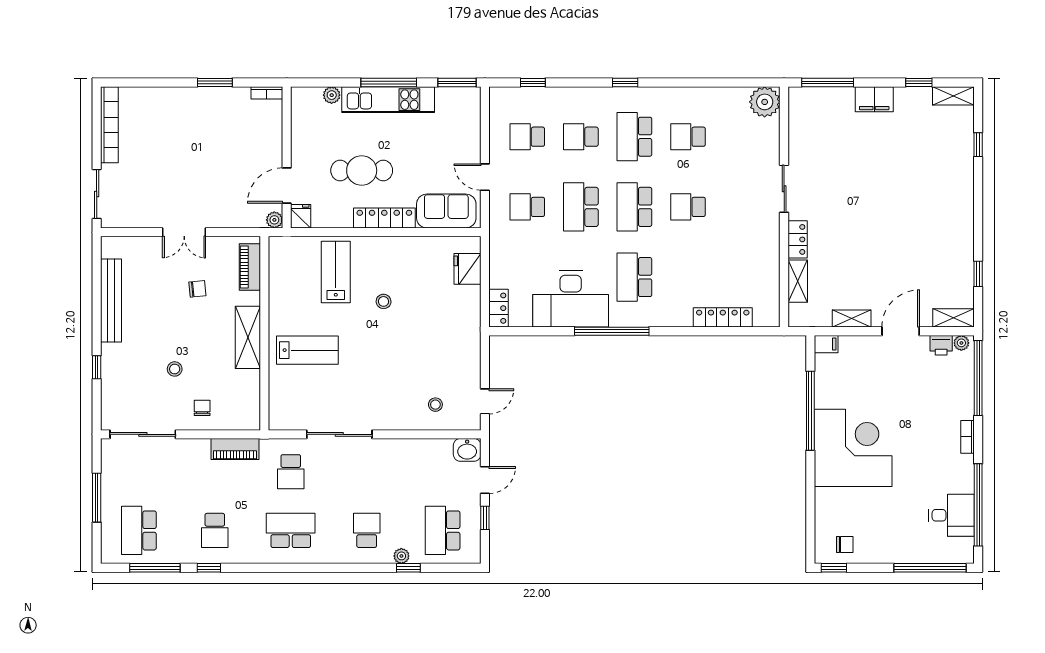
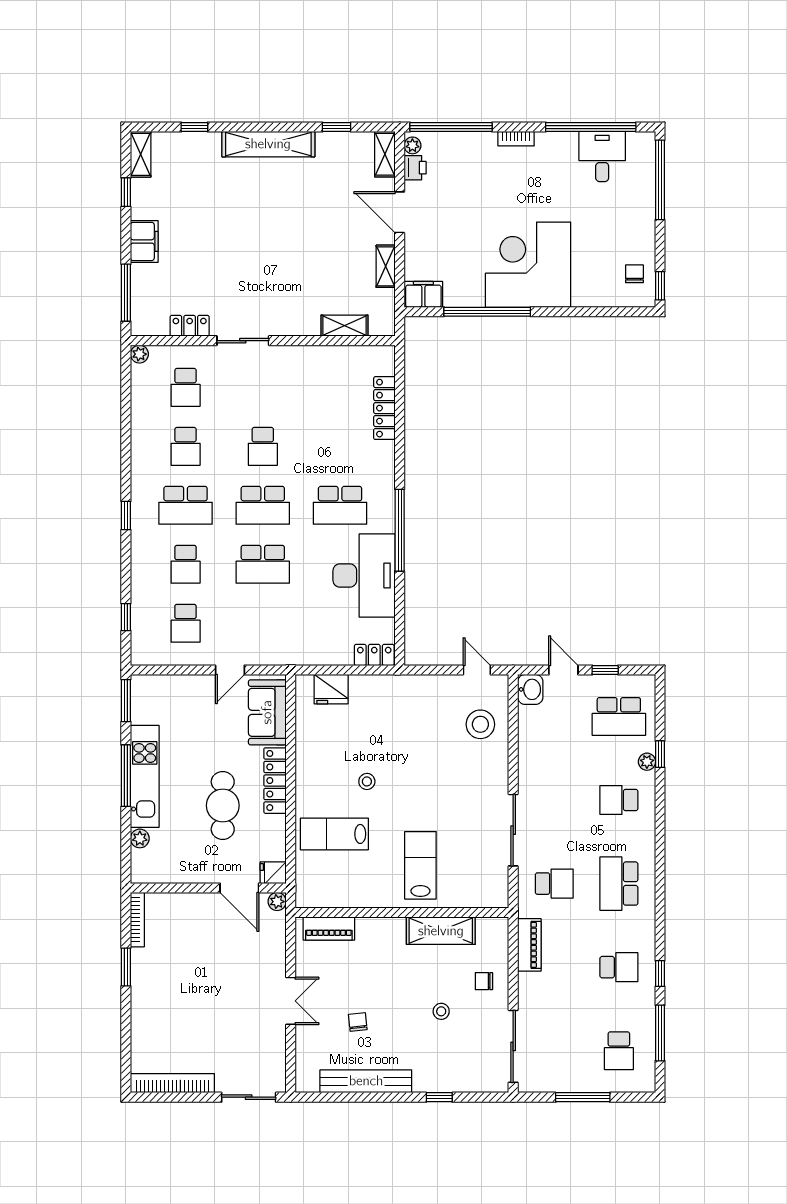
bookcase: (267, 93) -> (137, 920), width x1.56
plant: (765, 102) -> (139, 354), width x0.53, depth x0.53
school desk: (527, 207) -> (186, 387), moved
shelving: (963, 212) -> (268, 144), added
locker: (798, 239) -> (190, 326), moved
chair: (197, 289) -> (358, 1022), moved
shelving: (248, 337) -> (441, 931), moved
filing cabinet: (826, 344) -> (423, 294), width x2.00
stool: (435, 405) -> (480, 724), width x1.89, depth x1.89
school desk: (139, 530) -> (619, 1051), width x0.54

